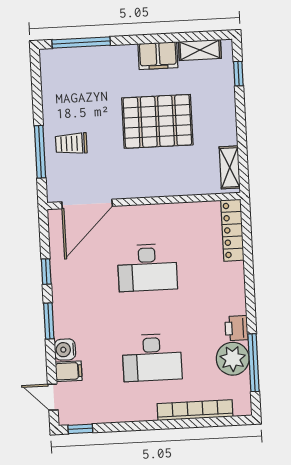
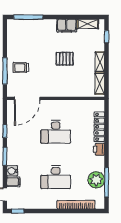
pallet: (157, 121) -> (65, 59), width x0.49, depth x0.50
shelving: (228, 124) -> (100, 62), added
locker: (232, 230) -> (99, 127), moved
printer: (236, 328) -> (99, 149), moved

